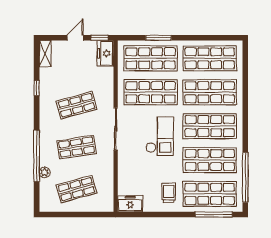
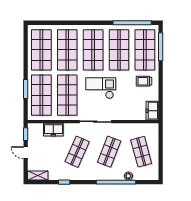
freezer: (105, 53) -> (53, 130), moved
shop shelf: (76, 105) -> (77, 152), turned 39
shop shelf: (76, 147) -> (109, 152), turned 30

